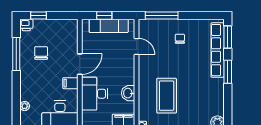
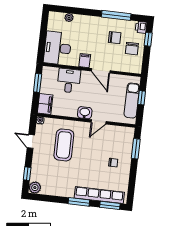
window: (162, 15) -> (136, 149), width x0.69
chair: (51, 32) -> (132, 49), added
door: (136, 46) -> (99, 122), moved
washbasin: (128, 93) -> (85, 113), moved
desk: (95, 94) -> (69, 81), width x0.73
coffee table: (167, 96) -> (64, 145), turned 90

